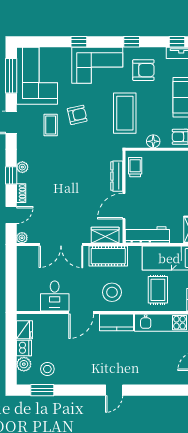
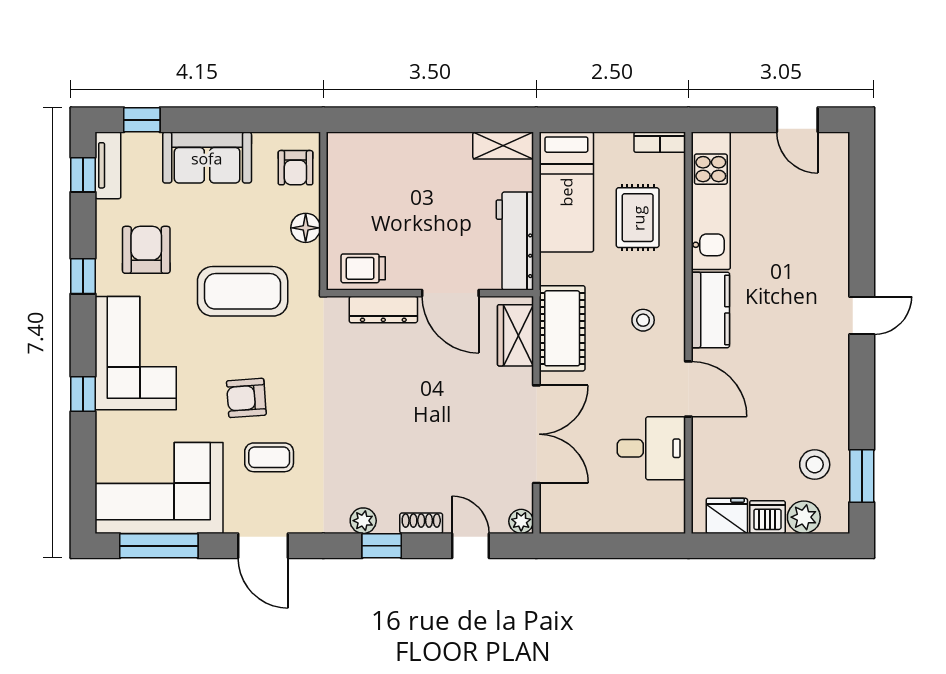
armchair: (77, 115) -> (246, 398), turned -81
rug: (158, 290) -> (638, 218), turned 90
stool: (112, 292) -> (643, 320), width x0.53, depth x0.53
door: (114, 390) -> (862, 315), hinge flipped

